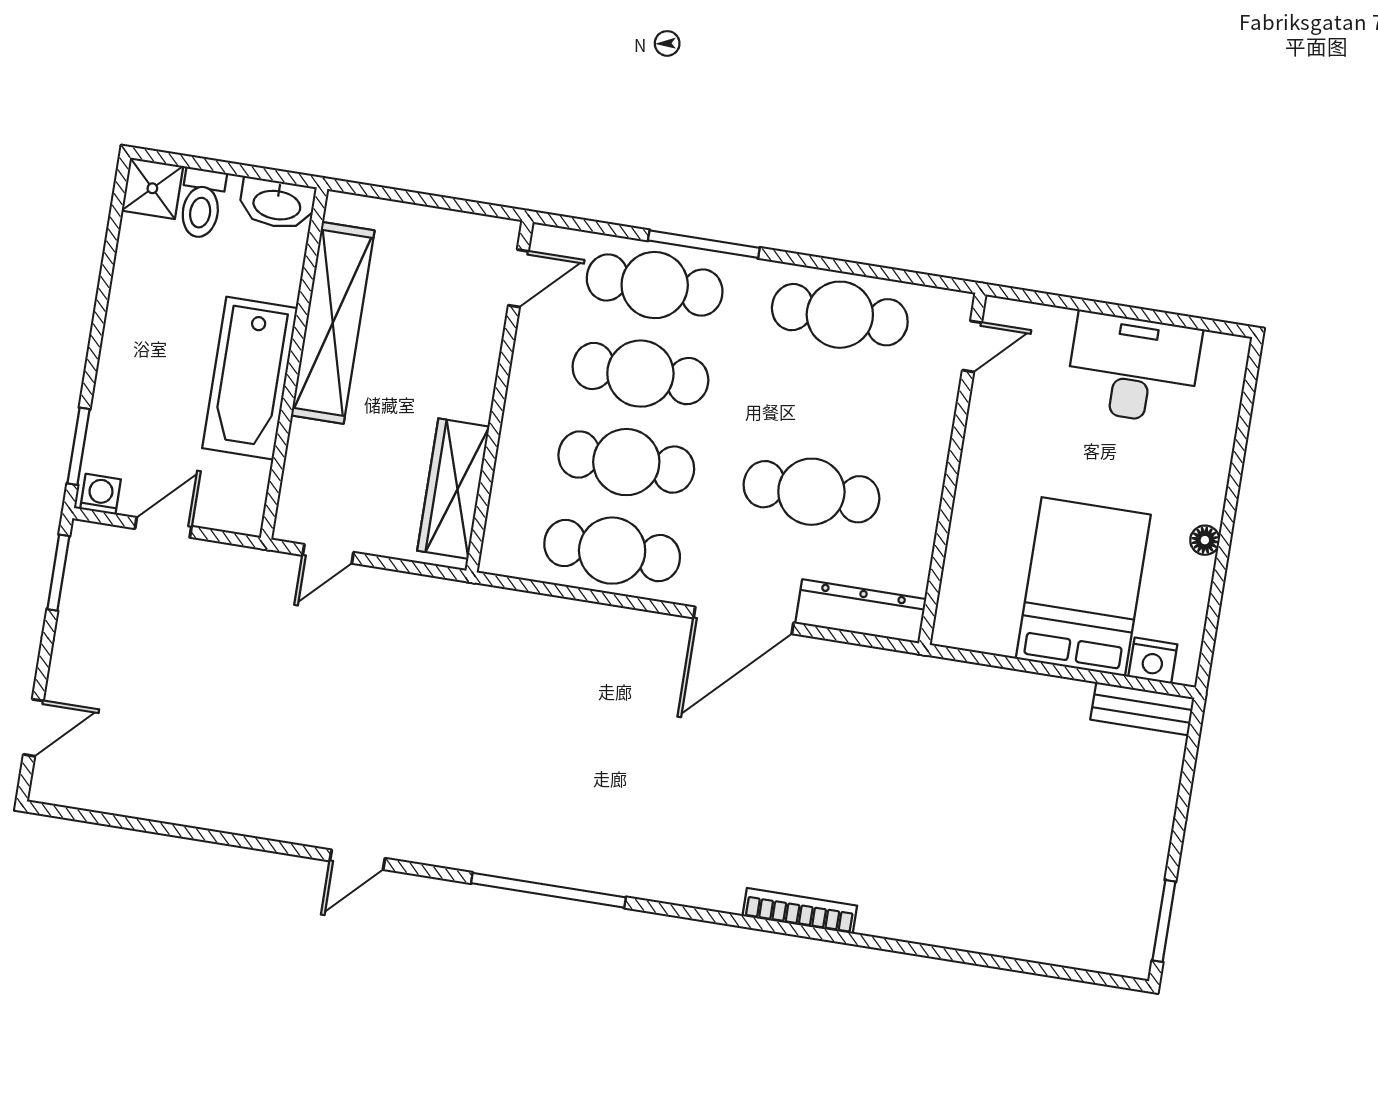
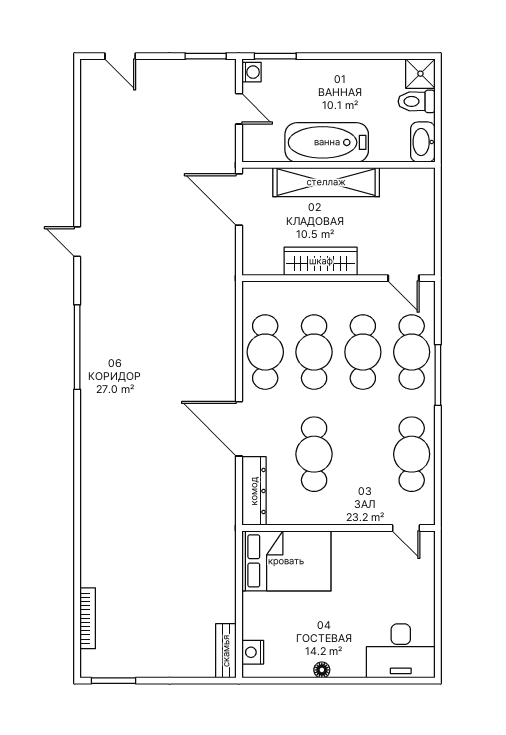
shelving: (333, 323) -> (326, 182), moved
desk: (1133, 368) -> (401, 651), moved, turned 90
wardrobe: (453, 489) -> (321, 261), moved
door: (328, 554) -> (239, 200), width x1.88
bed: (1083, 587) -> (286, 561), moved
bookcase: (800, 911) -> (88, 618), moved

